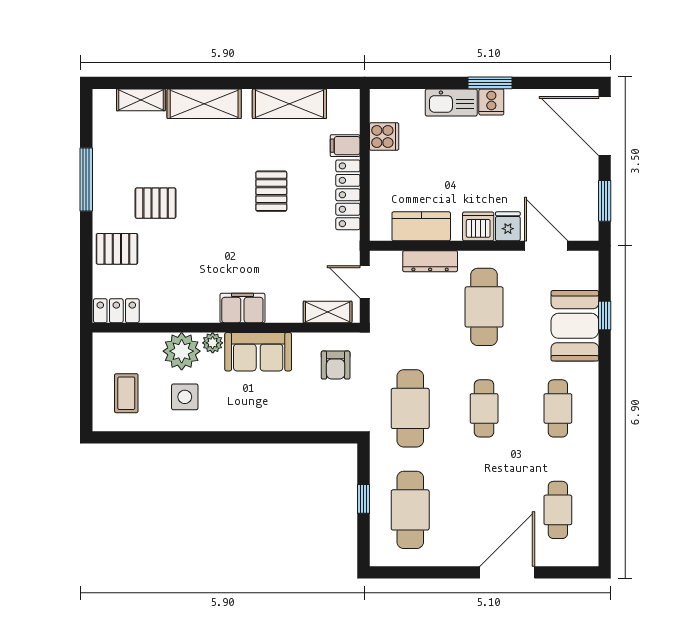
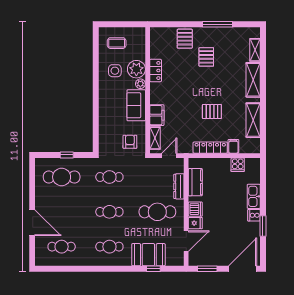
window: (490, 83) -> (263, 226), moved
filing cabinet: (242, 308) -> (157, 115), moved
locker: (116, 311) -> (156, 71), moved
armchair: (336, 365) -> (130, 142), turned 90
cafe table: (410, 408) -> (109, 177), width x0.73, depth x0.74

